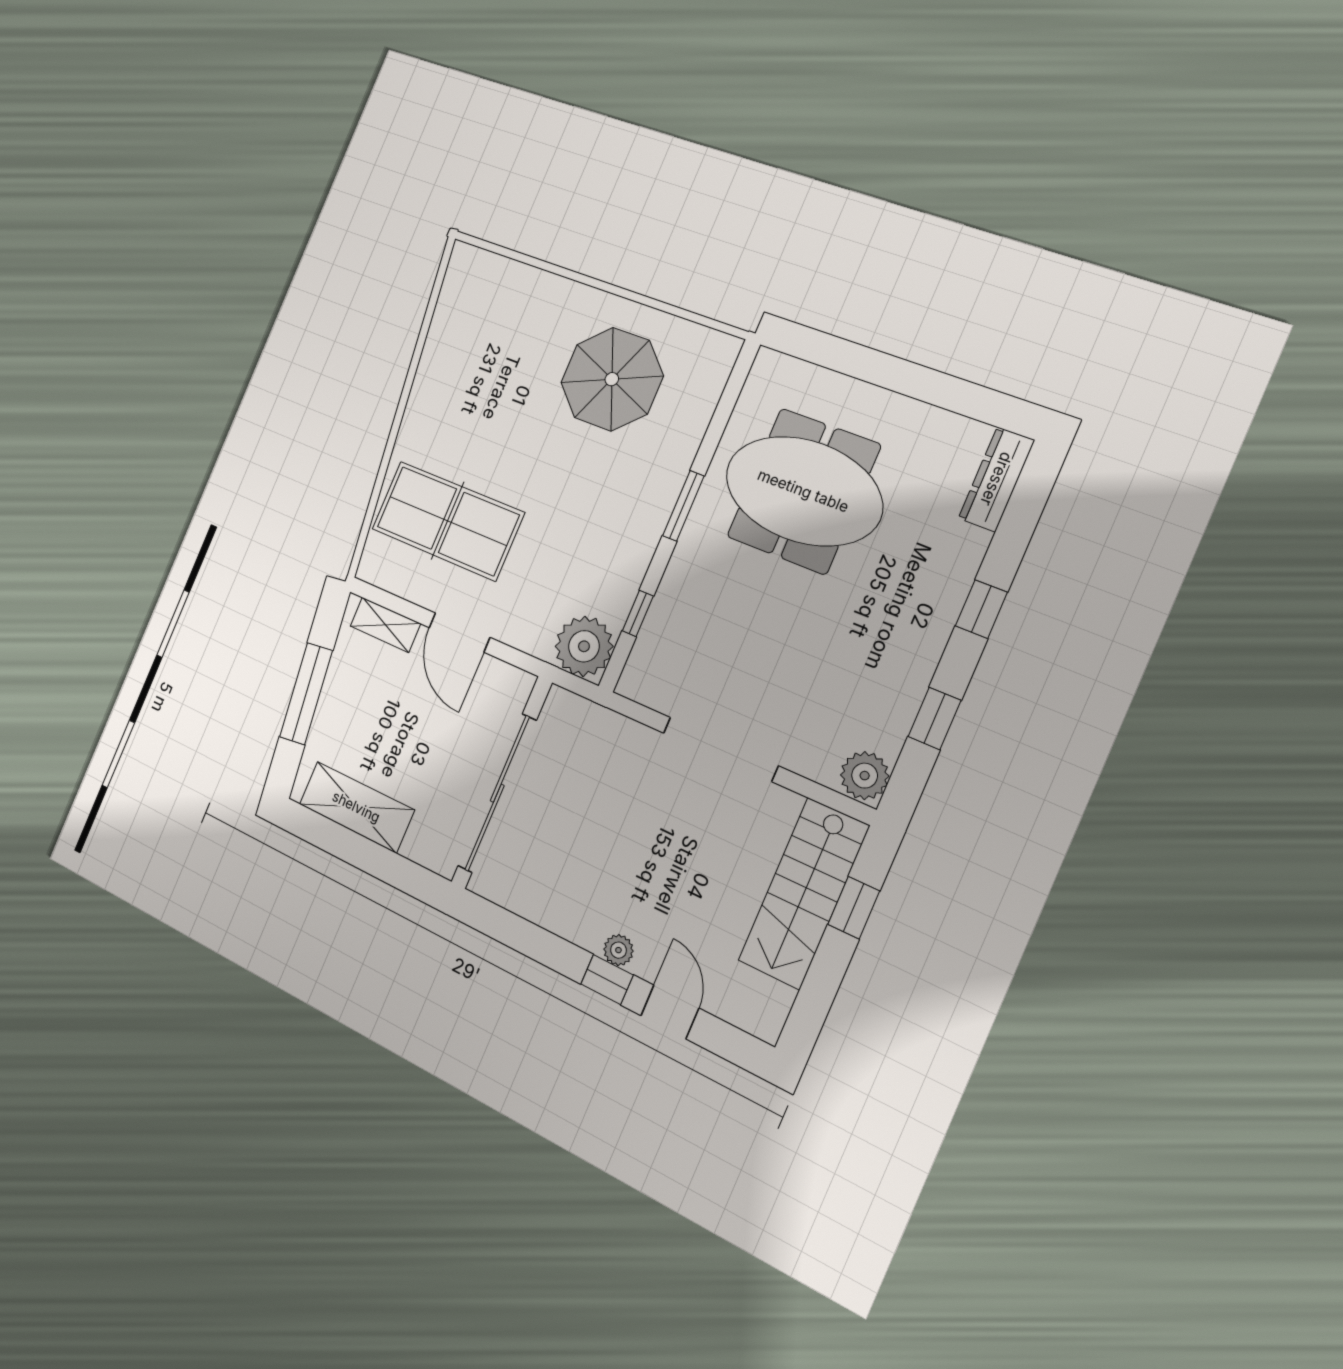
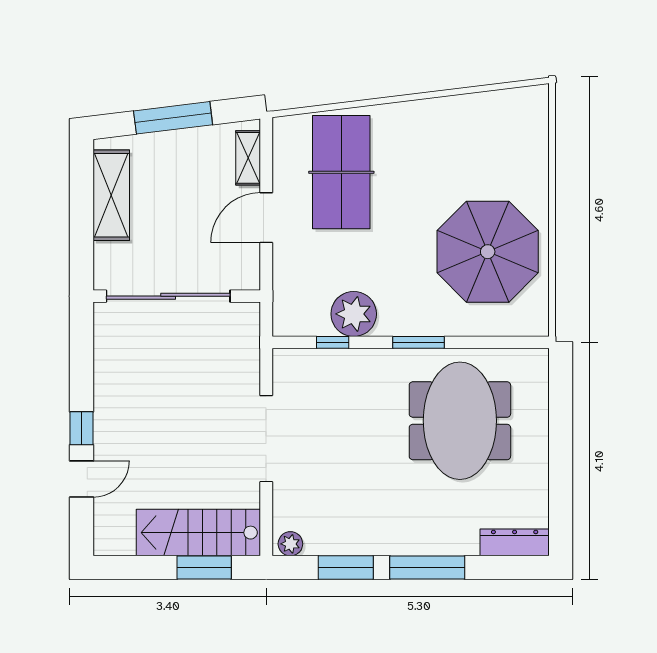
parasol: (612, 379) -> (488, 252), width x1.36, depth x1.36
window: (981, 609) -> (427, 568), width x2.17
plant: (584, 646) -> (354, 314), moved
window: (935, 718) -> (346, 568), width x1.50
plant: (865, 776) -> (290, 544), width x0.73, depth x0.73
window: (854, 908) -> (204, 568), width x1.50
plant: (618, 950) -> (104, 428), removed

